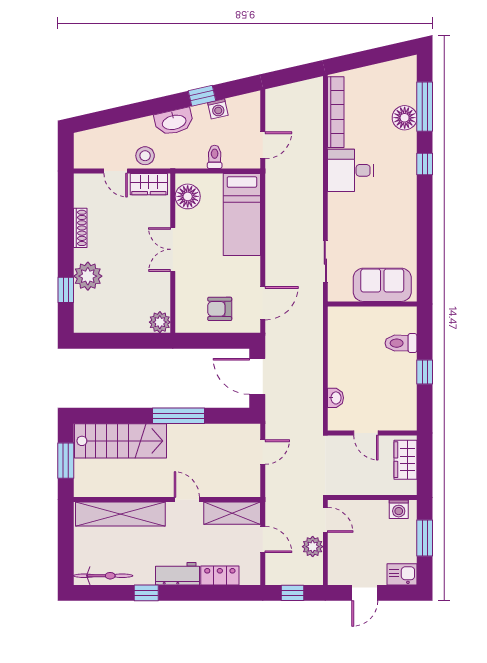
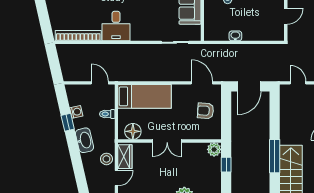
armchair: (220, 309) -> (206, 111), turned 94
window: (136, 341) -> (226, 165), added
washbasin: (336, 398) -> (235, 36), moved
window: (179, 416) -> (275, 156), moved

